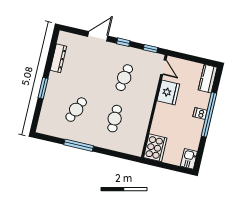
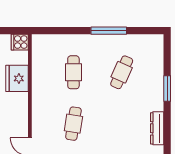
fridge: (168, 92) -> (17, 78), moved
cooker: (155, 148) -> (20, 42), width x0.53, depth x0.76

